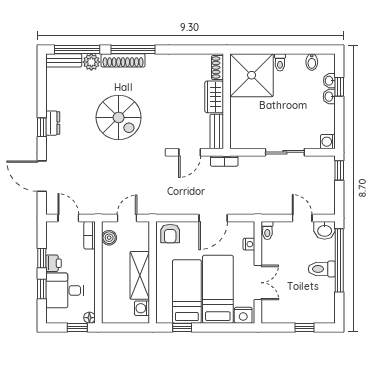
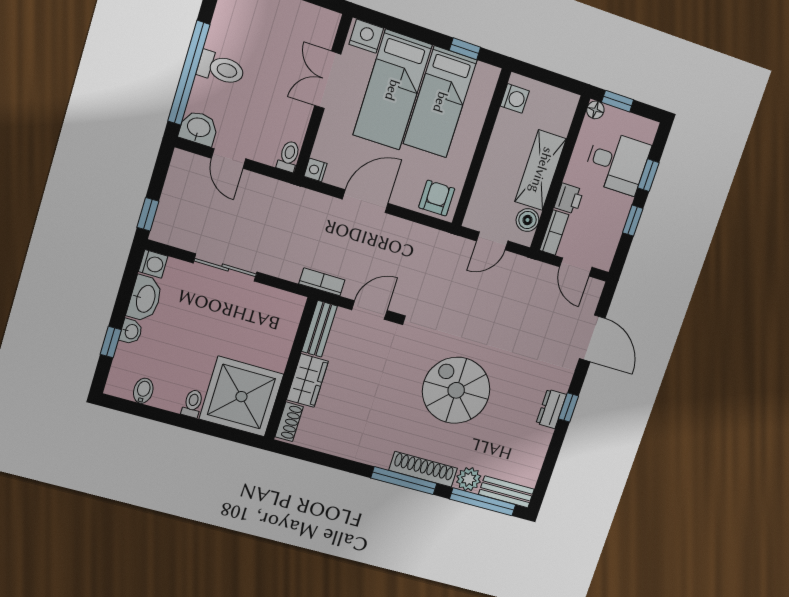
washbasin: (329, 81) -> (145, 299), moved, width x1.91, depth x1.45
nightstand: (249, 244) -> (315, 170), moved
printer: (53, 263) -> (569, 199), moved, turned 180
shelving: (140, 275) -> (541, 170), moved

